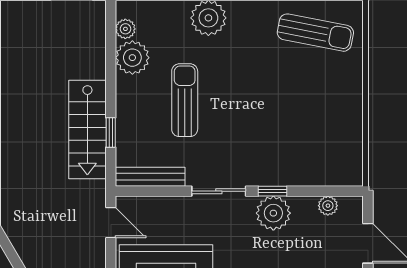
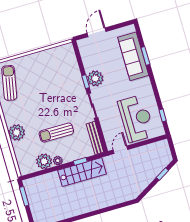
plant: (125, 29) -> (58, 161), moved
plant: (328, 206) -> (85, 55), removed

